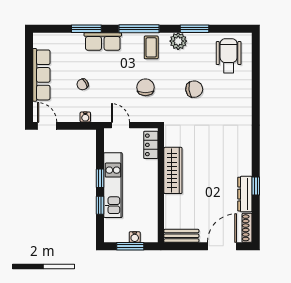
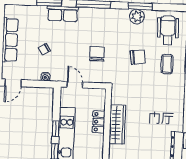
plant: (178, 41) -> (137, 17), moved
coffee table: (151, 47) -> (167, 64), moved
door: (47, 126) -> (13, 83), swing flipped
locker: (151, 145) -> (99, 122), moved

